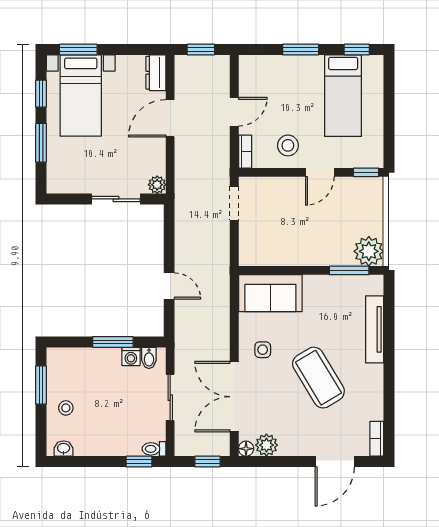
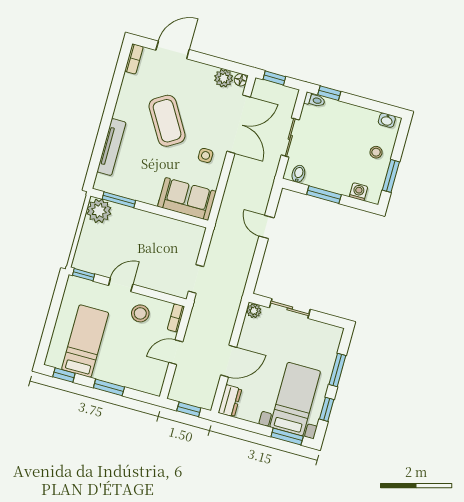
washing machine: (131, 356) -> (358, 192), moved

